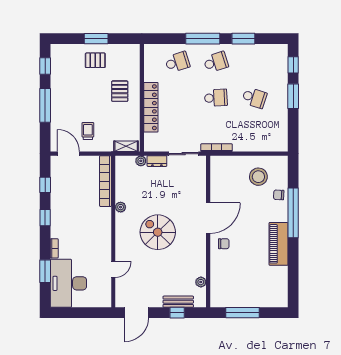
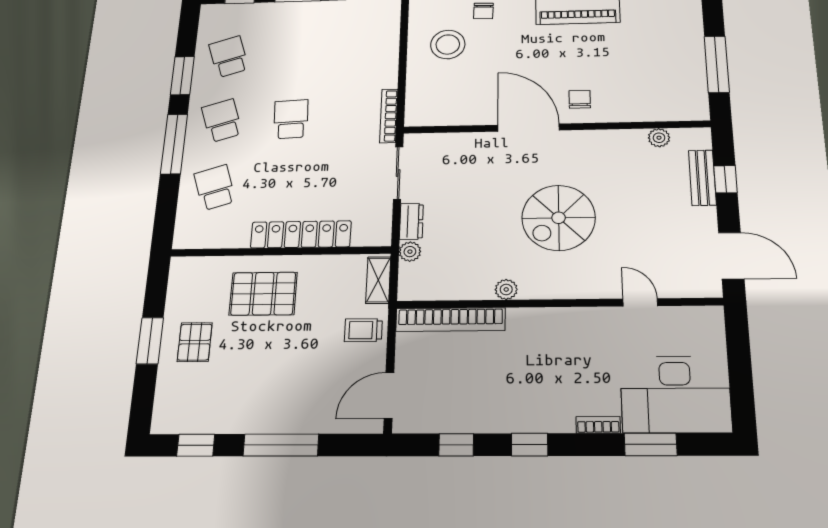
pallet: (120, 91) -> (263, 294), width x1.50, depth x1.42
school desk: (254, 98) -> (229, 57), moved, turned -36
trolley: (88, 131) -> (363, 330), moved

